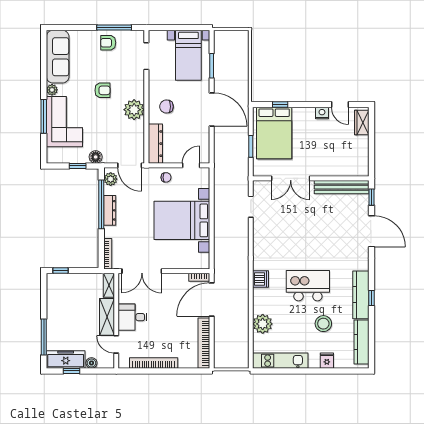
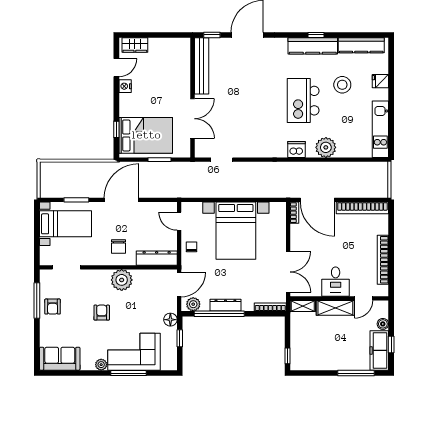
sofa: (58, 57) -> (60, 359), width x0.73
plant: (263, 324) -> (326, 147), moved

